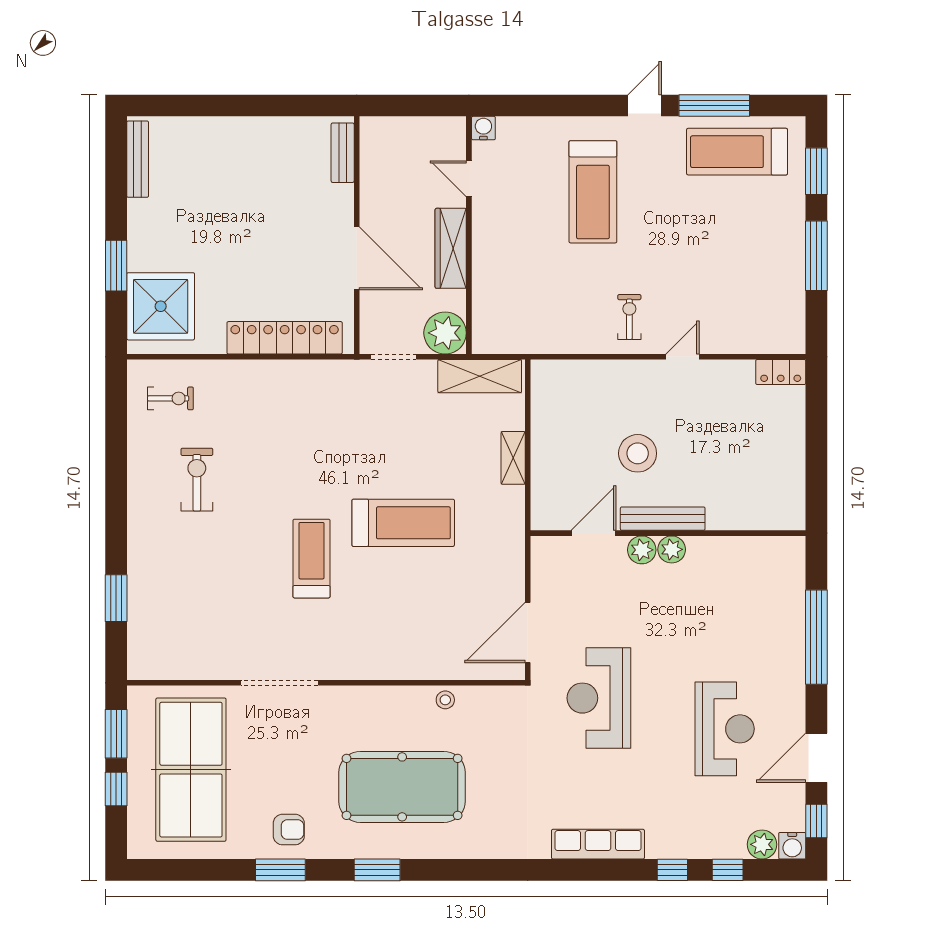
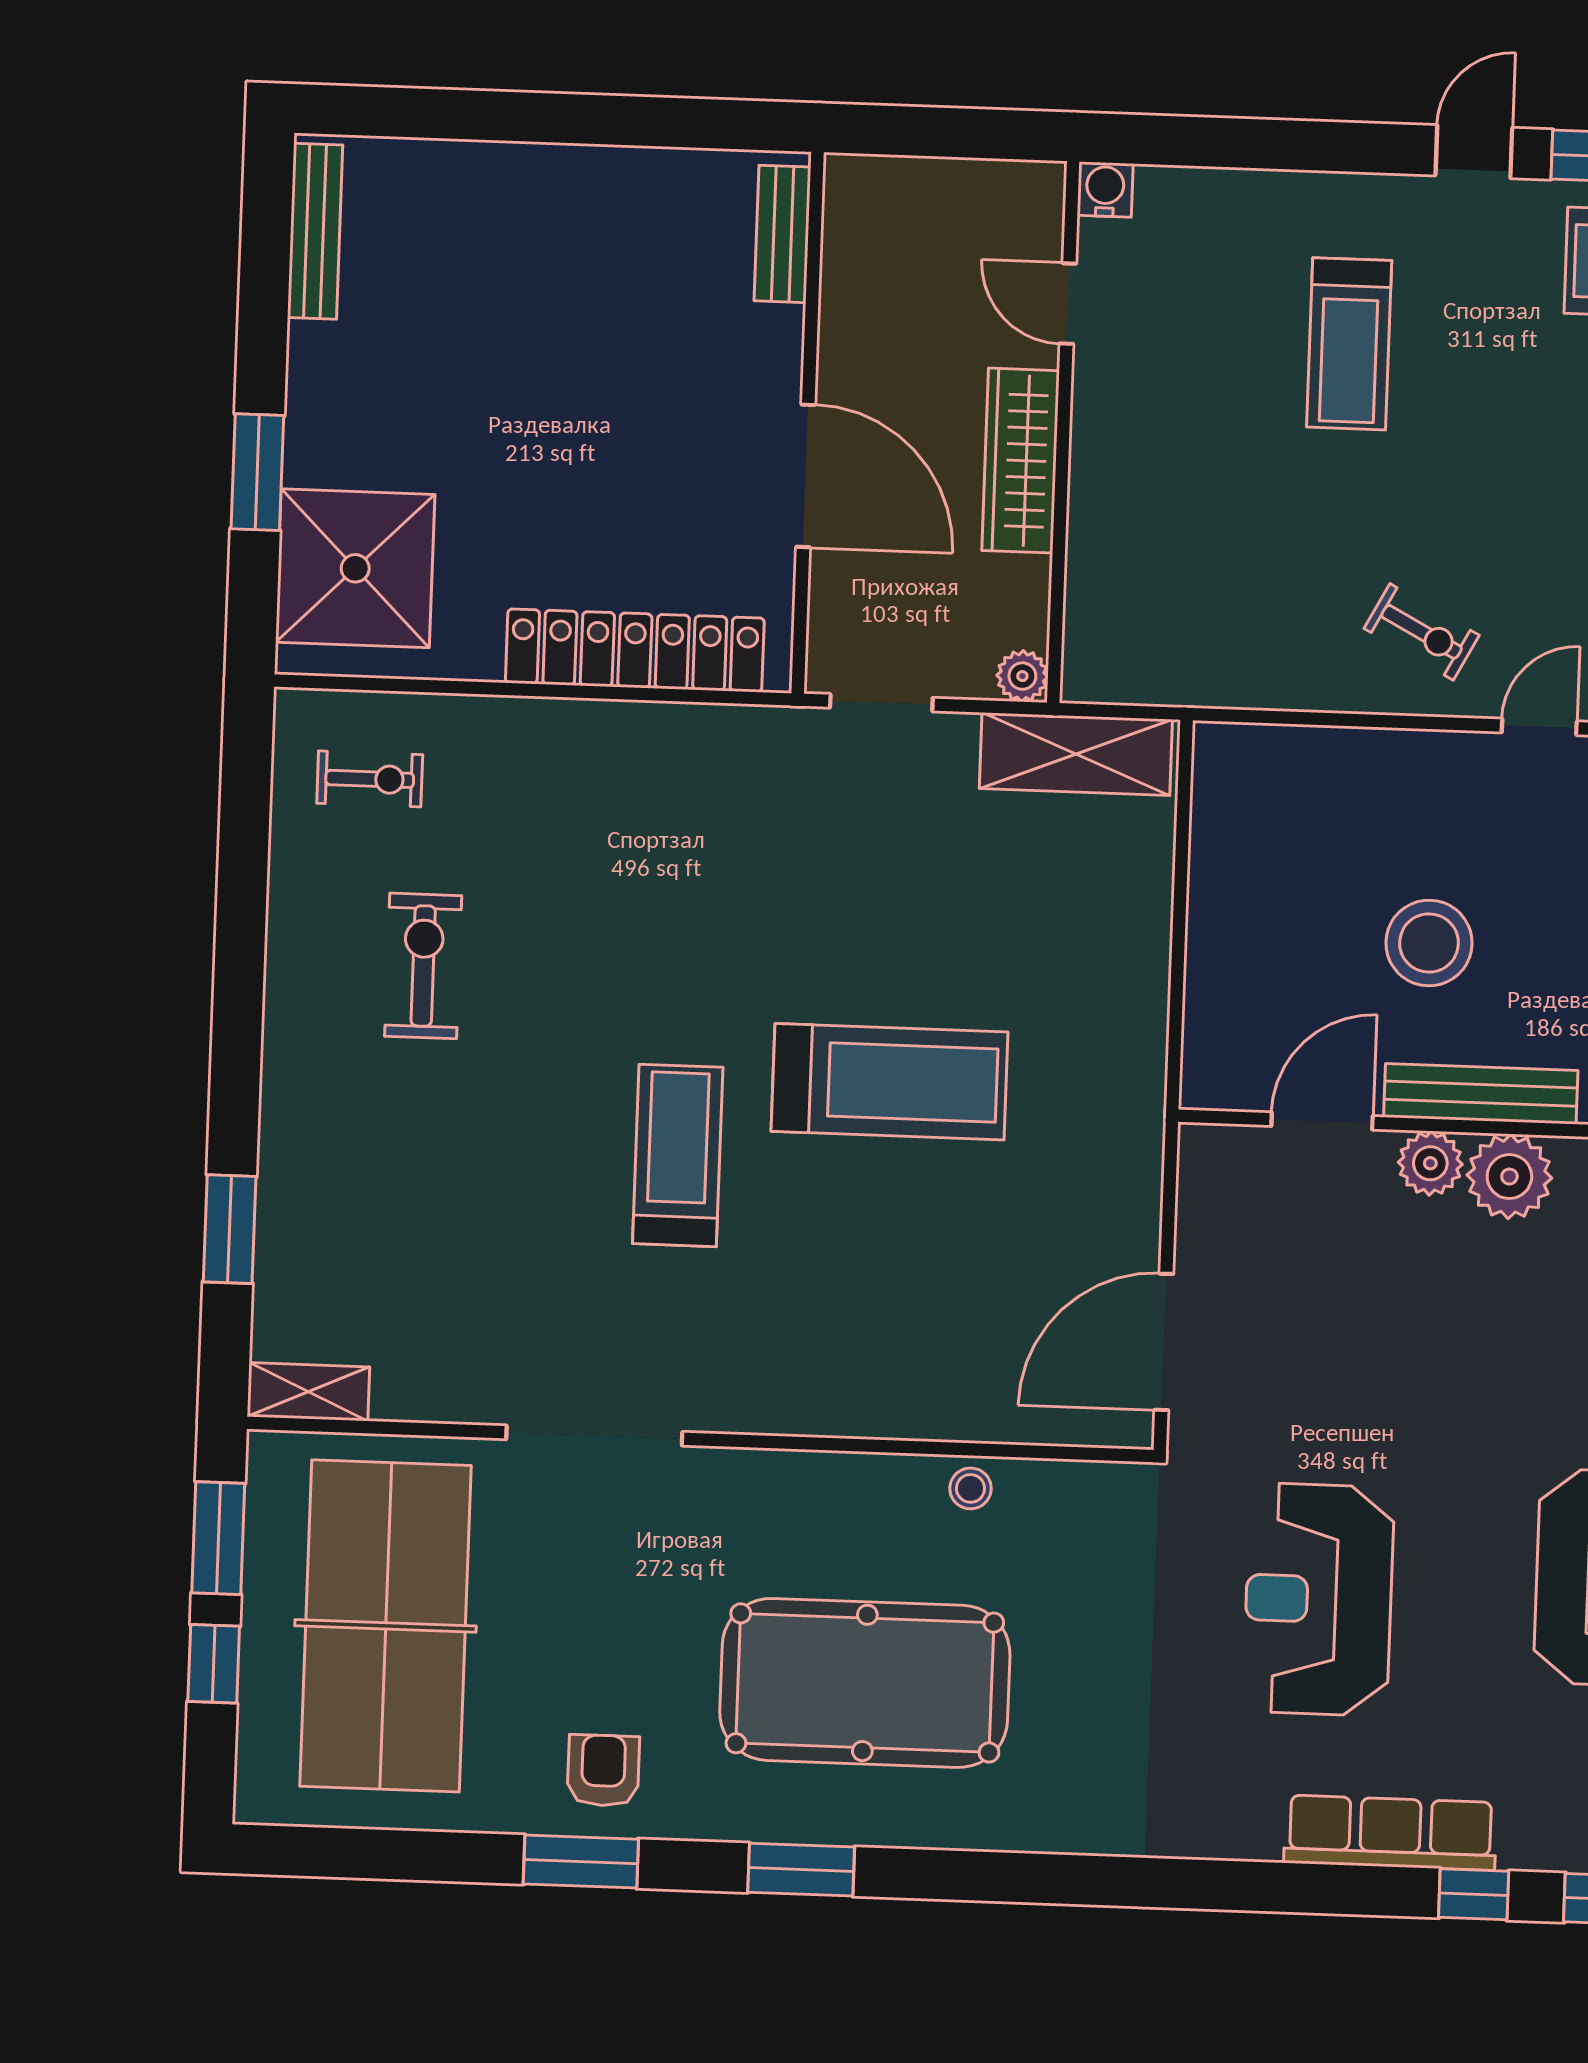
treadmill: (593, 192) -> (1349, 344), width x0.73, depth x0.73
exercise bike: (629, 317) -> (1422, 632), turned 118
plant: (445, 333) -> (1022, 676), width x0.53, depth x0.53
shelving: (513, 458) -> (308, 1392), moved, turned 90
plant: (672, 549) -> (1509, 1177), width x1.36, depth x1.36
reception desk: (599, 698) -> (1319, 1599), moved
armchair: (289, 830) -> (603, 1771), turned -90
row of seats: (598, 844) -> (1390, 1833), moved

